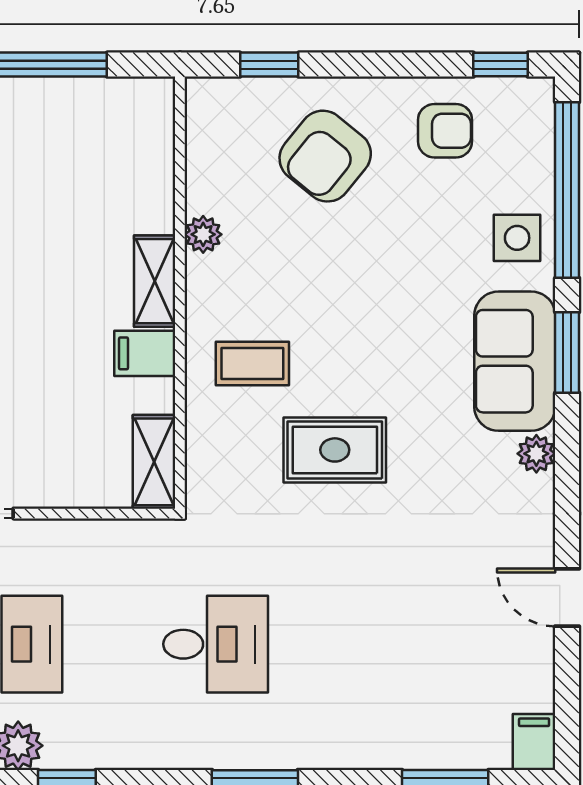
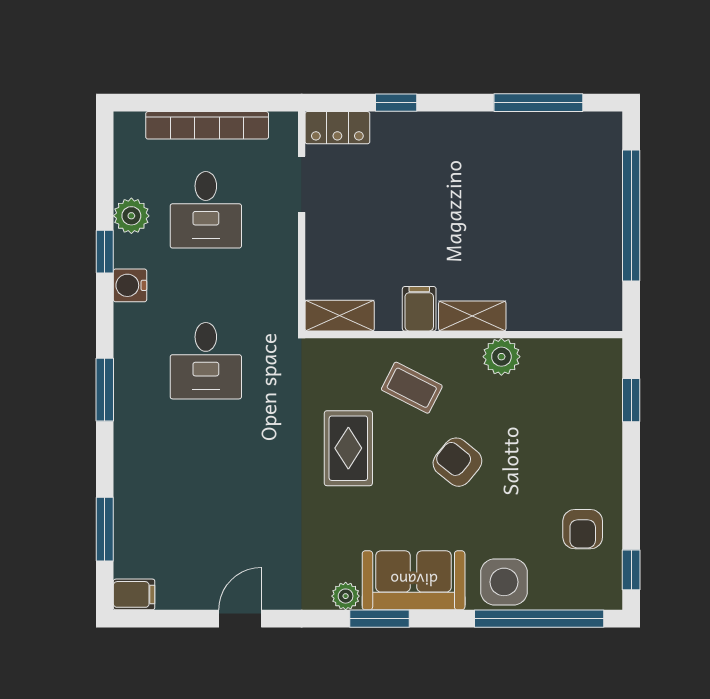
armchair: (325, 156) -> (457, 462), moved, width x0.72, depth x0.72
plant: (203, 234) -> (501, 357), width x1.38, depth x1.38
side table: (517, 238) -> (504, 582), width x1.37, depth x1.37
window: (567, 352) -> (380, 619), moved
coffee table: (252, 364) -> (412, 388), turned -63
water cooler: (113, 747) -> (130, 285), added

